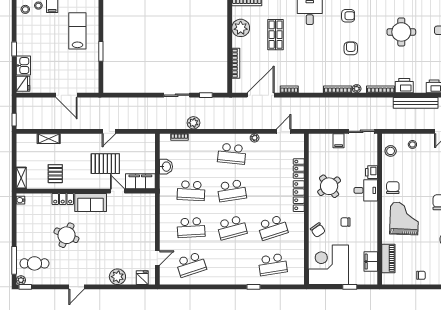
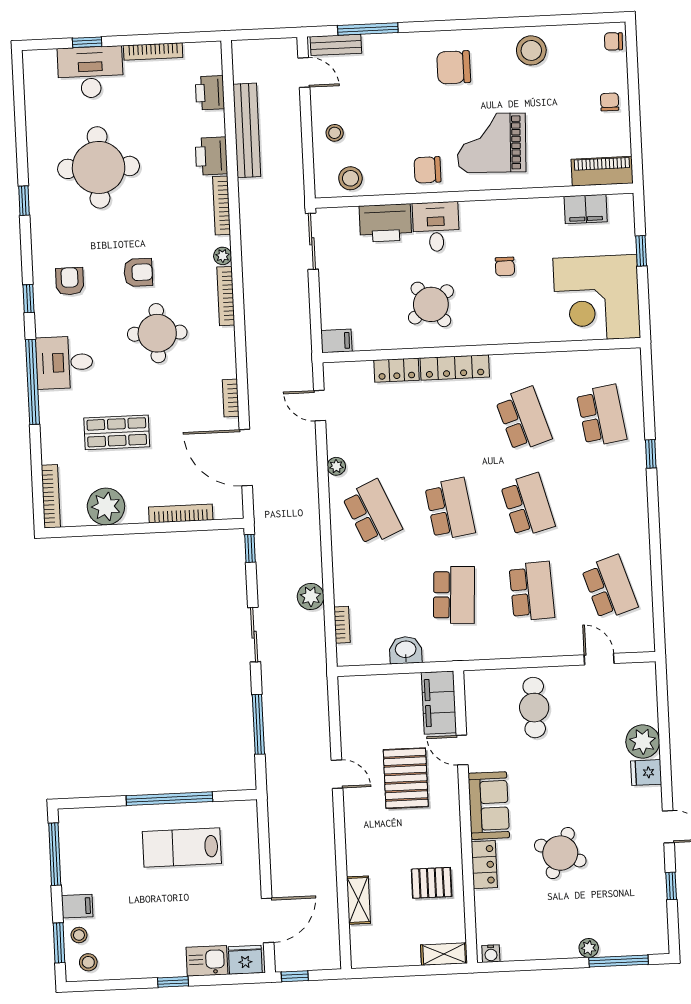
lab bench: (77, 31) -> (182, 848), moved
round table: (401, 32) -> (99, 167), width x1.36, depth x1.36
armchair: (351, 48) -> (138, 272), turned 180
window: (101, 51) -> (169, 799), width x2.11
round table: (322, 56) -> (157, 333), added
door: (67, 95) -> (268, 920), moved
window: (134, 95) -> (258, 724), added
window: (206, 95) -> (250, 548), moved
window: (14, 120) -> (295, 976), moved
filing cabinet: (339, 141) -> (336, 341), moved
school desk: (232, 154) -> (372, 513), turned -30
printer: (371, 172) -> (385, 223), width x1.87, depth x1.48
door: (117, 191) -> (462, 750), hinge flipped
chair: (318, 230) -> (524, 324), removed
piano: (388, 258) -> (602, 171), moved
cafe table: (34, 263) -> (534, 708), moved
fridge: (142, 278) -> (646, 773), moved
plant: (21, 280) -> (589, 948), moved
window: (25, 287) -> (671, 886), moved

